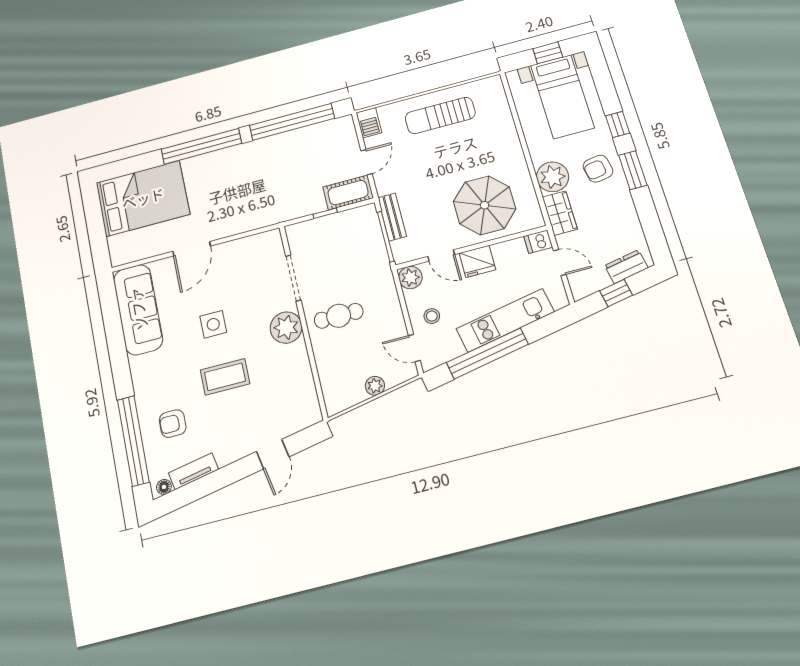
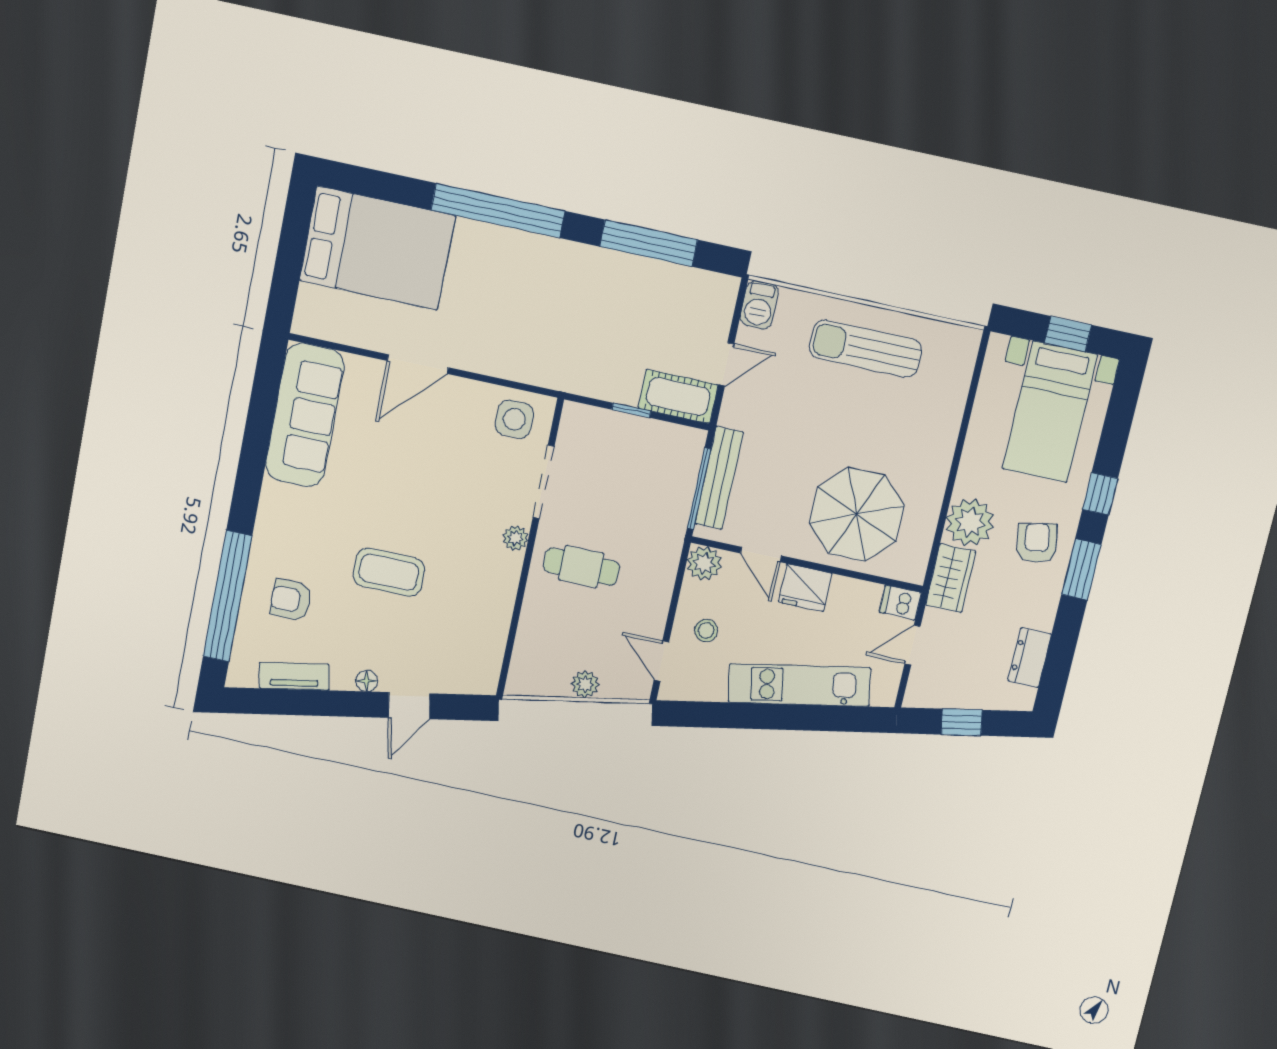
window: (292, 122) -> (649, 243), width x0.68
armchair: (598, 169) -> (1037, 543), turned 89
bench: (392, 217) -> (719, 478), width x1.36
door: (560, 263) -> (912, 645), swing flipped
dresser: (626, 267) -> (1030, 657), moved, turned -79
side table: (213, 324) -> (514, 419), moved
plant: (286, 328) -> (515, 538), width x0.53, depth x0.53
window: (487, 353) -> (753, 716), removed
floor lamp: (164, 487) -> (367, 681), moved

